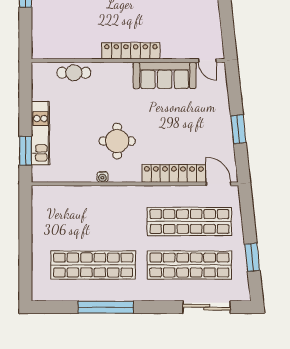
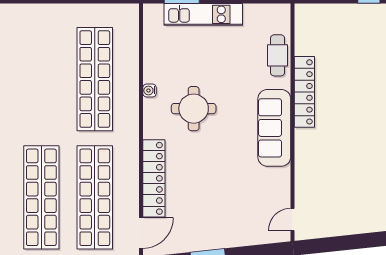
locker: (131, 51) -> (304, 92), moved
sofa: (165, 75) -> (274, 128), moved
shop shelf: (93, 265) -> (95, 79), moved

